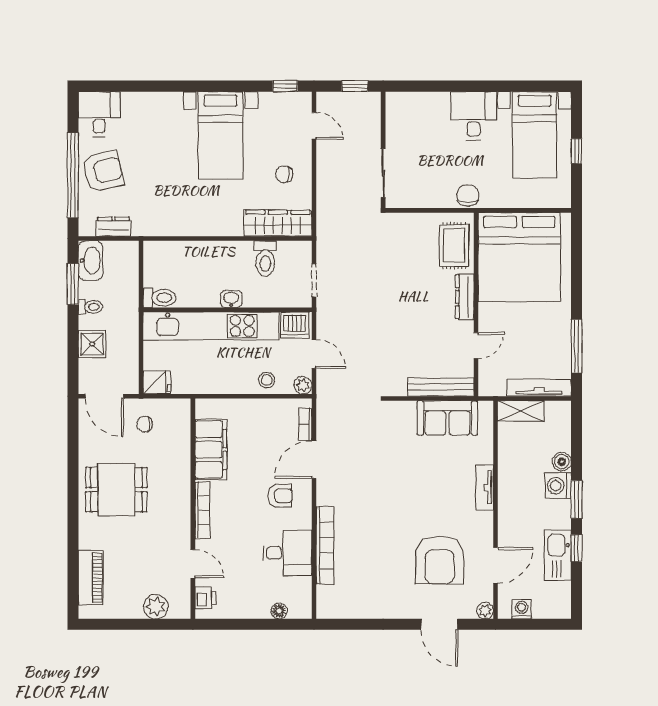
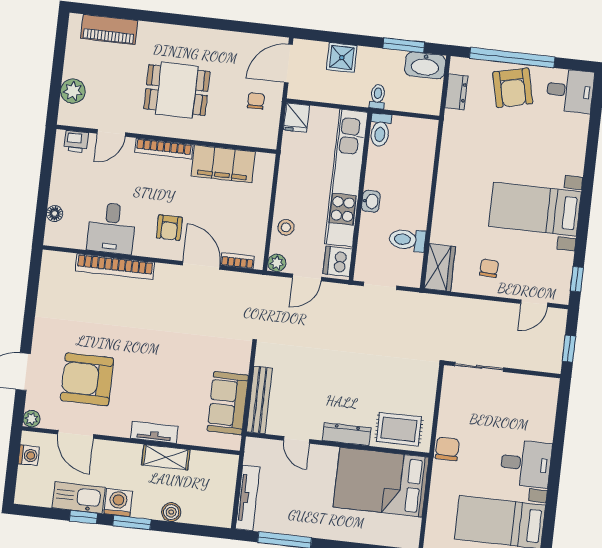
chair: (468, 195) -> (447, 449), turned -90
wardrobe: (278, 223) -> (440, 268), width x0.67
bed: (519, 257) -> (381, 482), width x0.73
toilet: (90, 307) -> (378, 97), moved, turned 180
shelving: (521, 411) -> (166, 457), moved, turned 90
washing machine: (558, 486) -> (118, 503), moved
dining table: (116, 490) -> (177, 90), moved, turned 90

